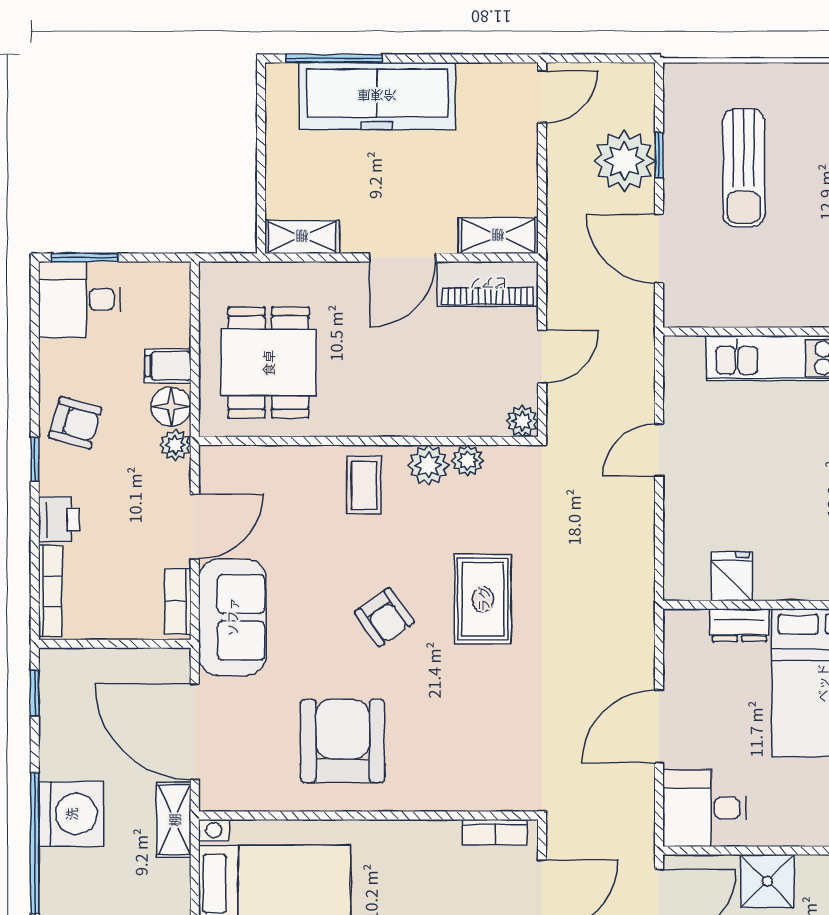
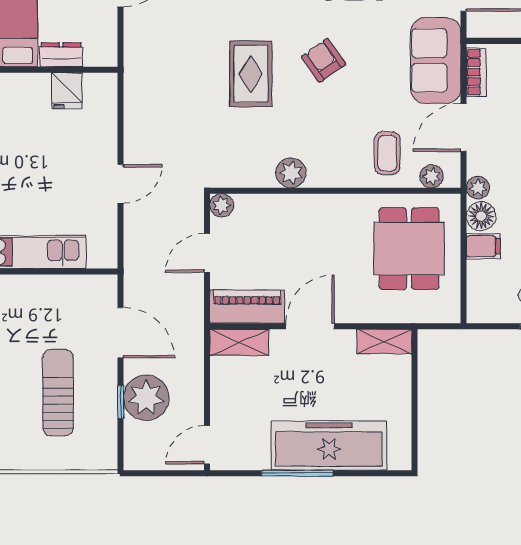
window: (334, 58) -> (297, 473), moved
plant: (468, 460) -> (432, 176), moved
coffee table: (364, 485) -> (387, 153), moved

